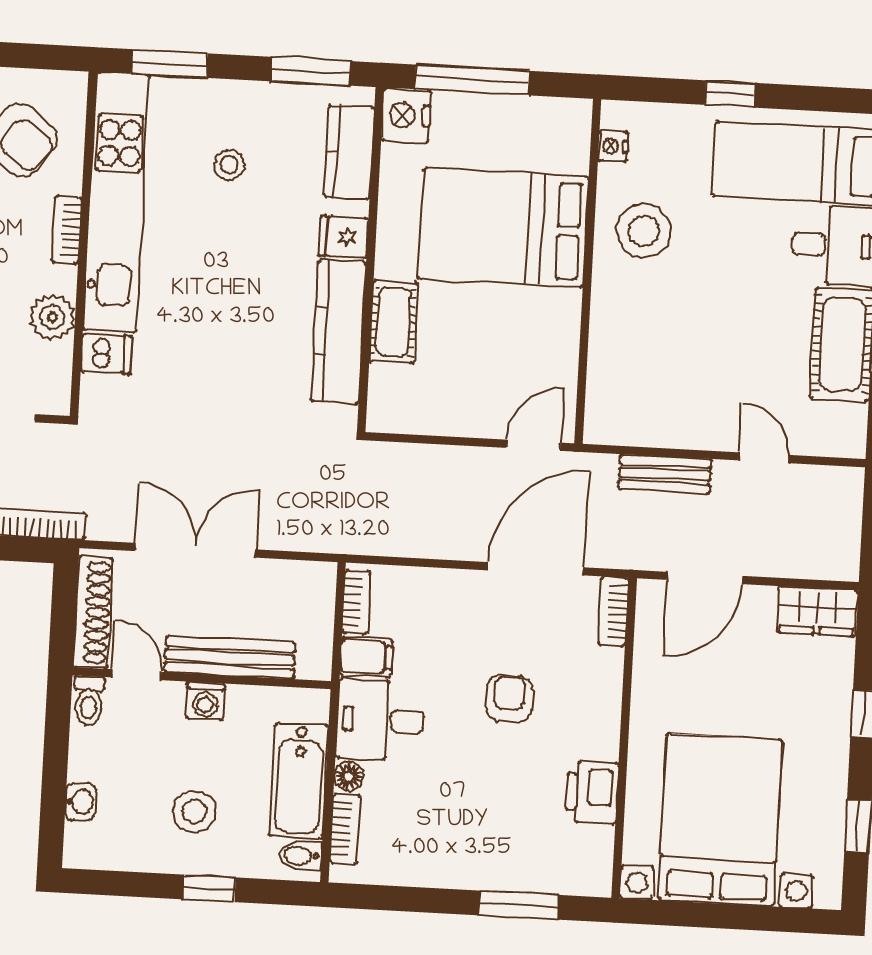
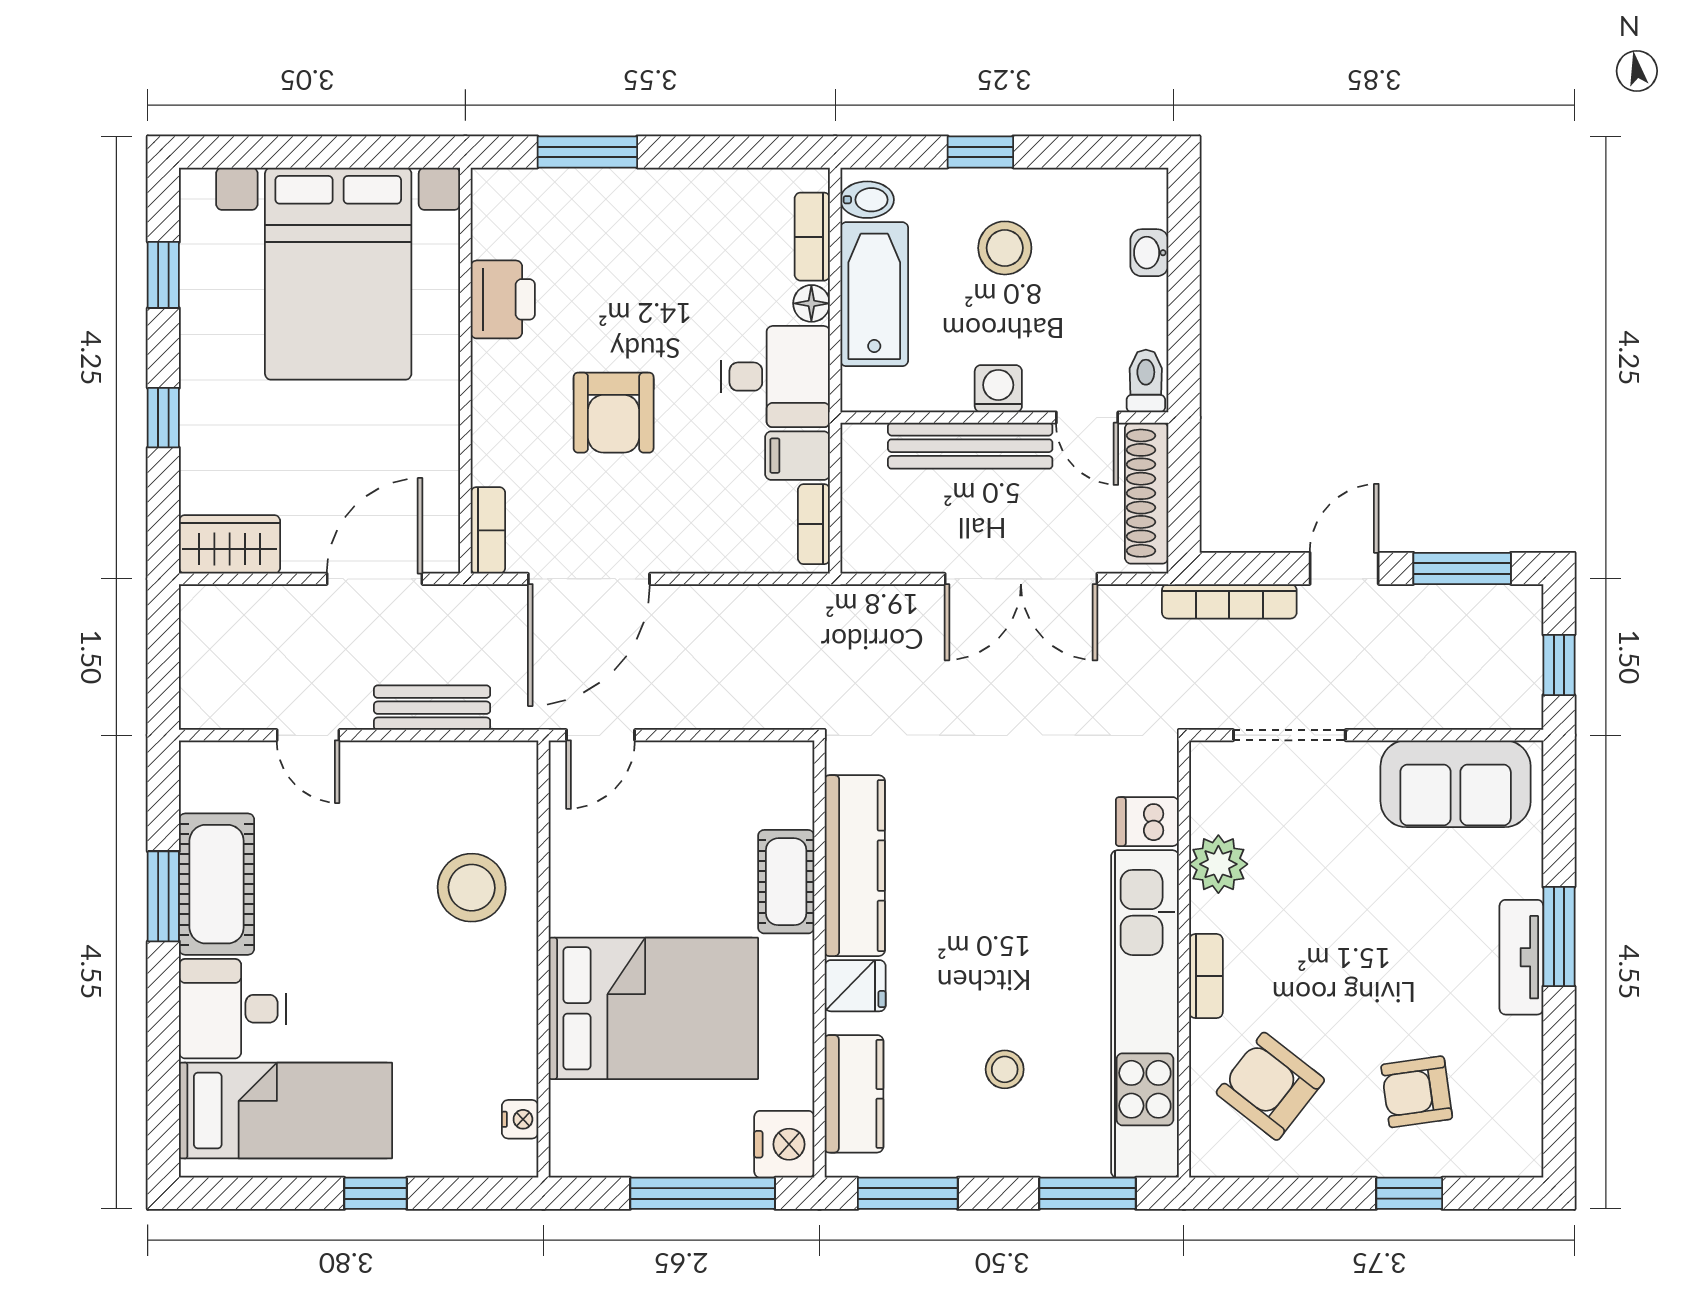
stool: (644, 231) -> (472, 888), moved
armchair: (509, 699) -> (614, 413), width x1.38, depth x1.38

